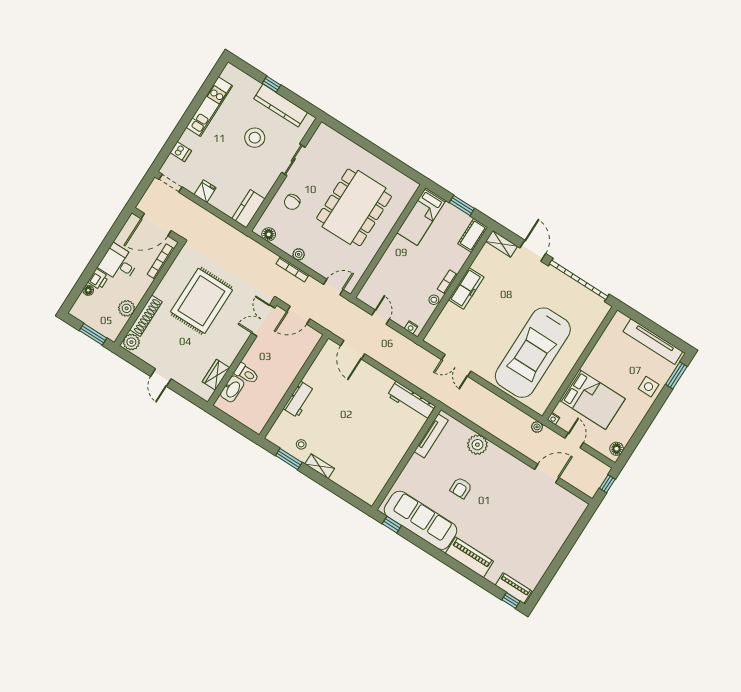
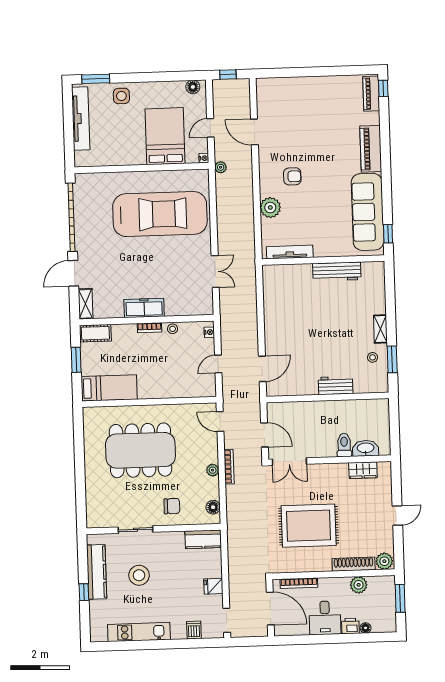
workbench: (411, 401) -> (337, 272), moved, turned 90
armchair: (461, 488) -> (292, 176), moved

